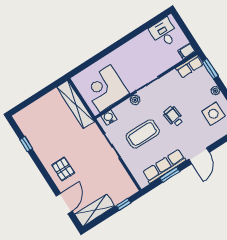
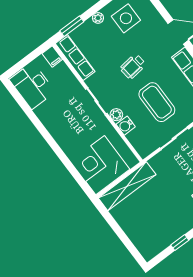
desk: (164, 33) -> (32, 86), width x1.37
row of seats: (190, 66) -> (75, 58), width x1.48
corner desk: (105, 89) -> (100, 165), moved, turned 90
water cooler: (109, 117) -> (126, 126), moved

